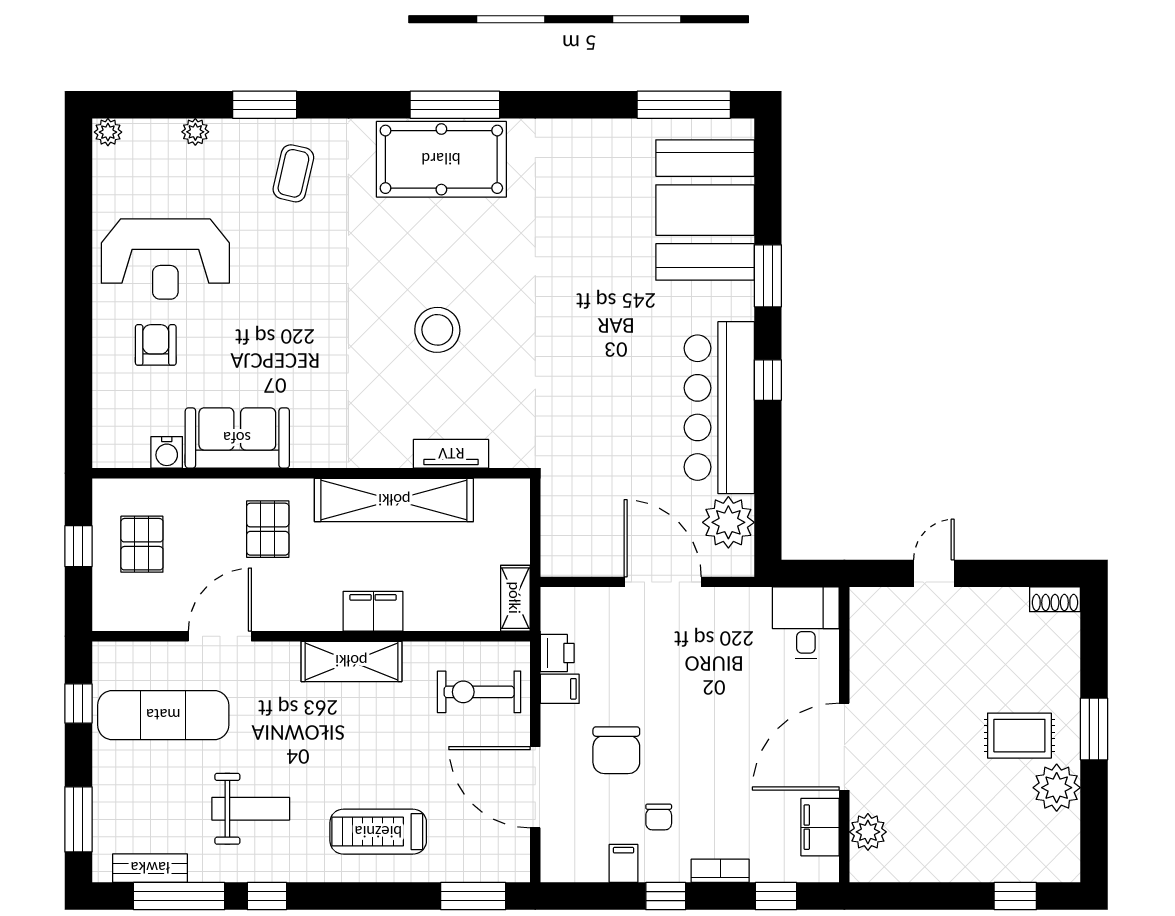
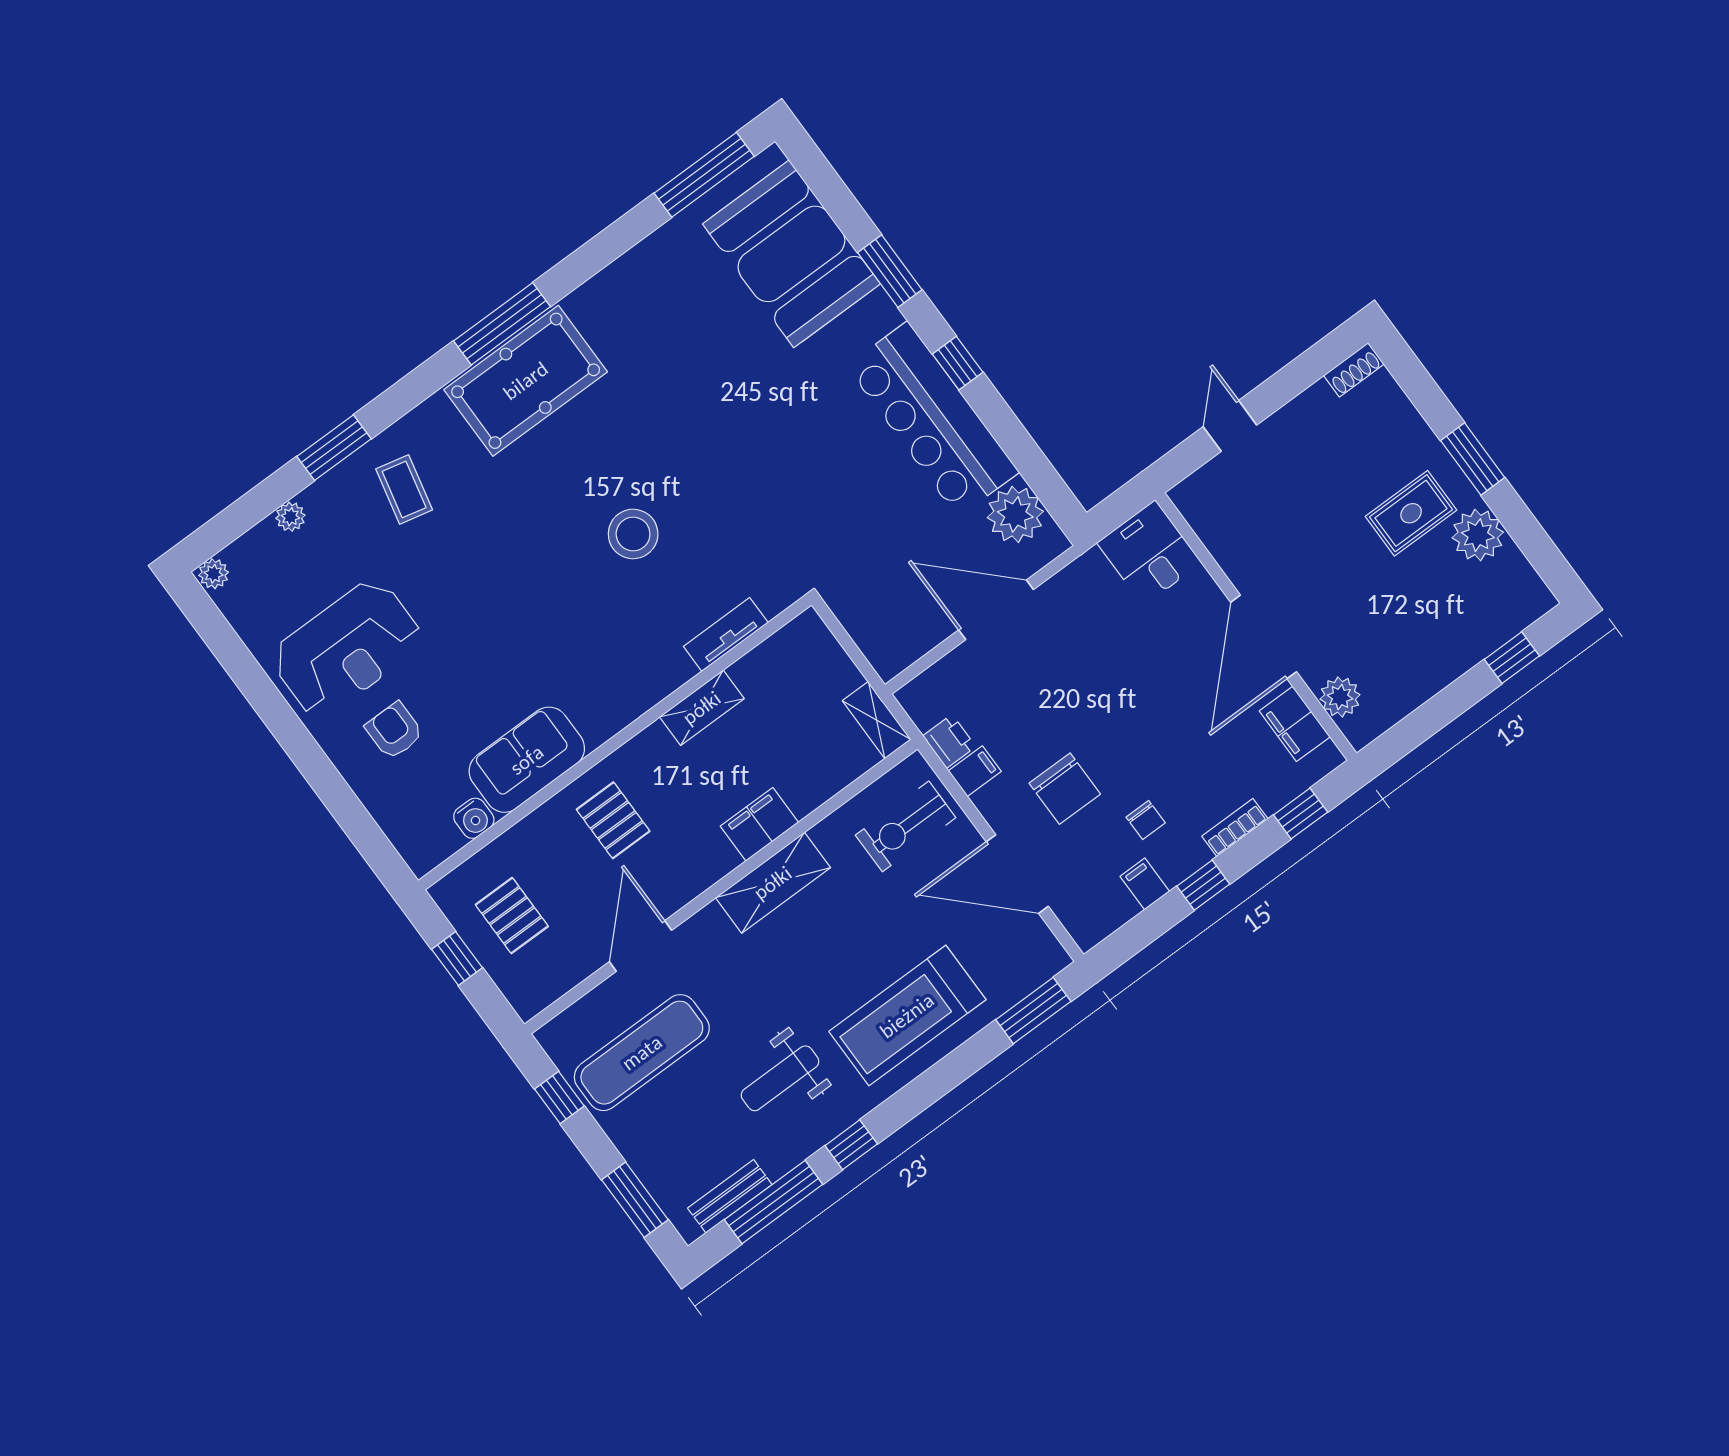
shelving: (394, 500) -> (702, 708), width x0.45, depth x0.75
weight bench: (251, 809) -> (780, 1078), turned 180
treadmill: (378, 832) -> (907, 1016), width x1.37, depth x1.38

